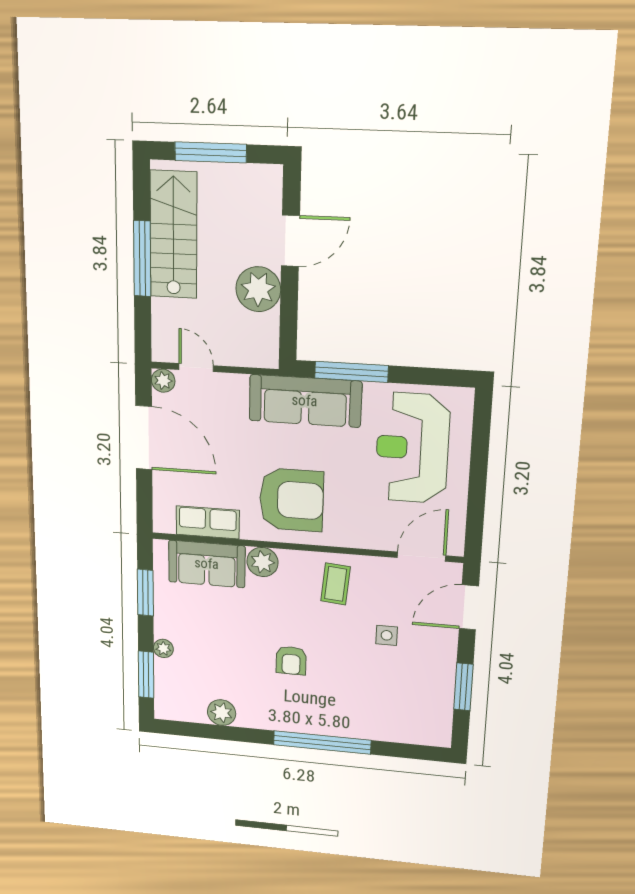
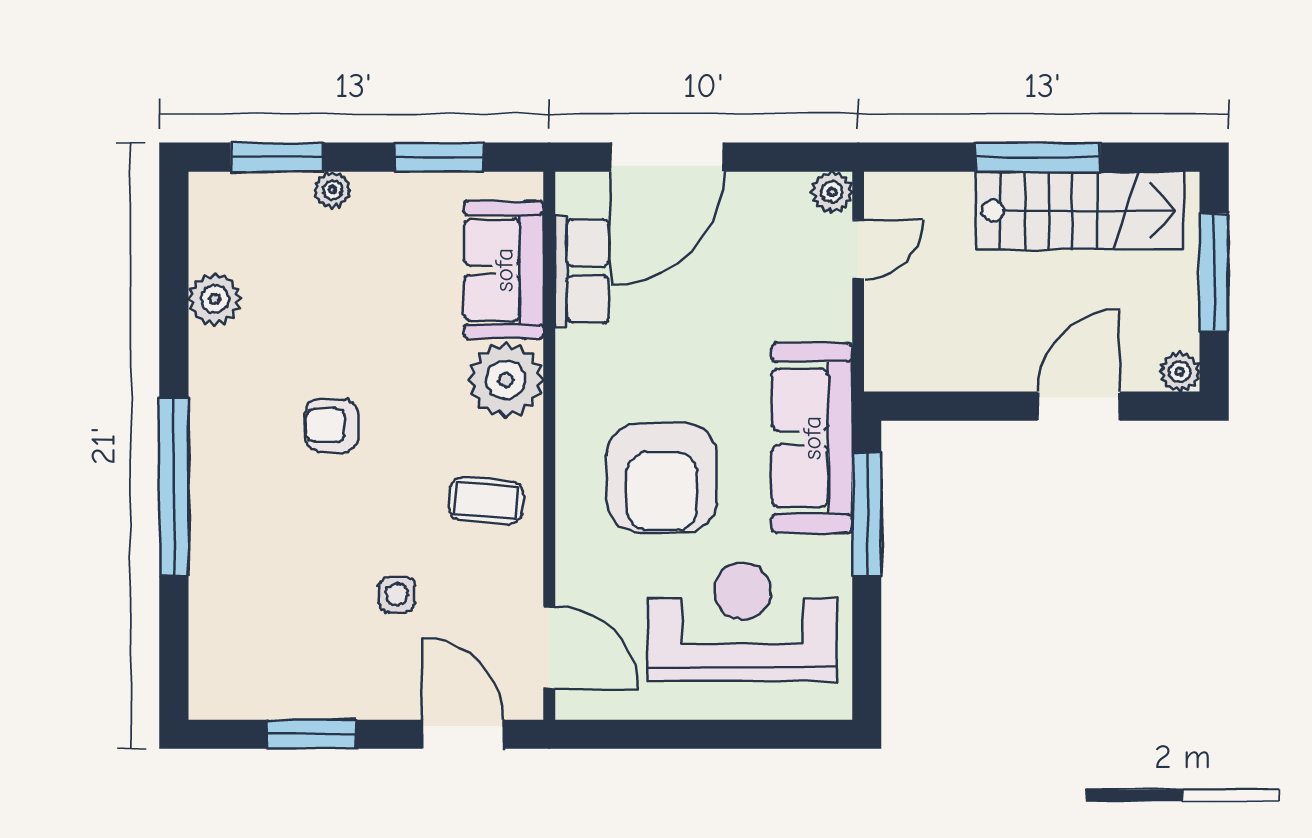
door: (290, 241) -> (1079, 406), swing flipped
plant: (258, 289) -> (1180, 372), moved, width x0.53, depth x0.53
door: (144, 438) -> (667, 157), moved
armchair: (291, 500) -> (662, 478), moved
plant: (262, 562) -> (506, 380), width x1.36, depth x1.36

